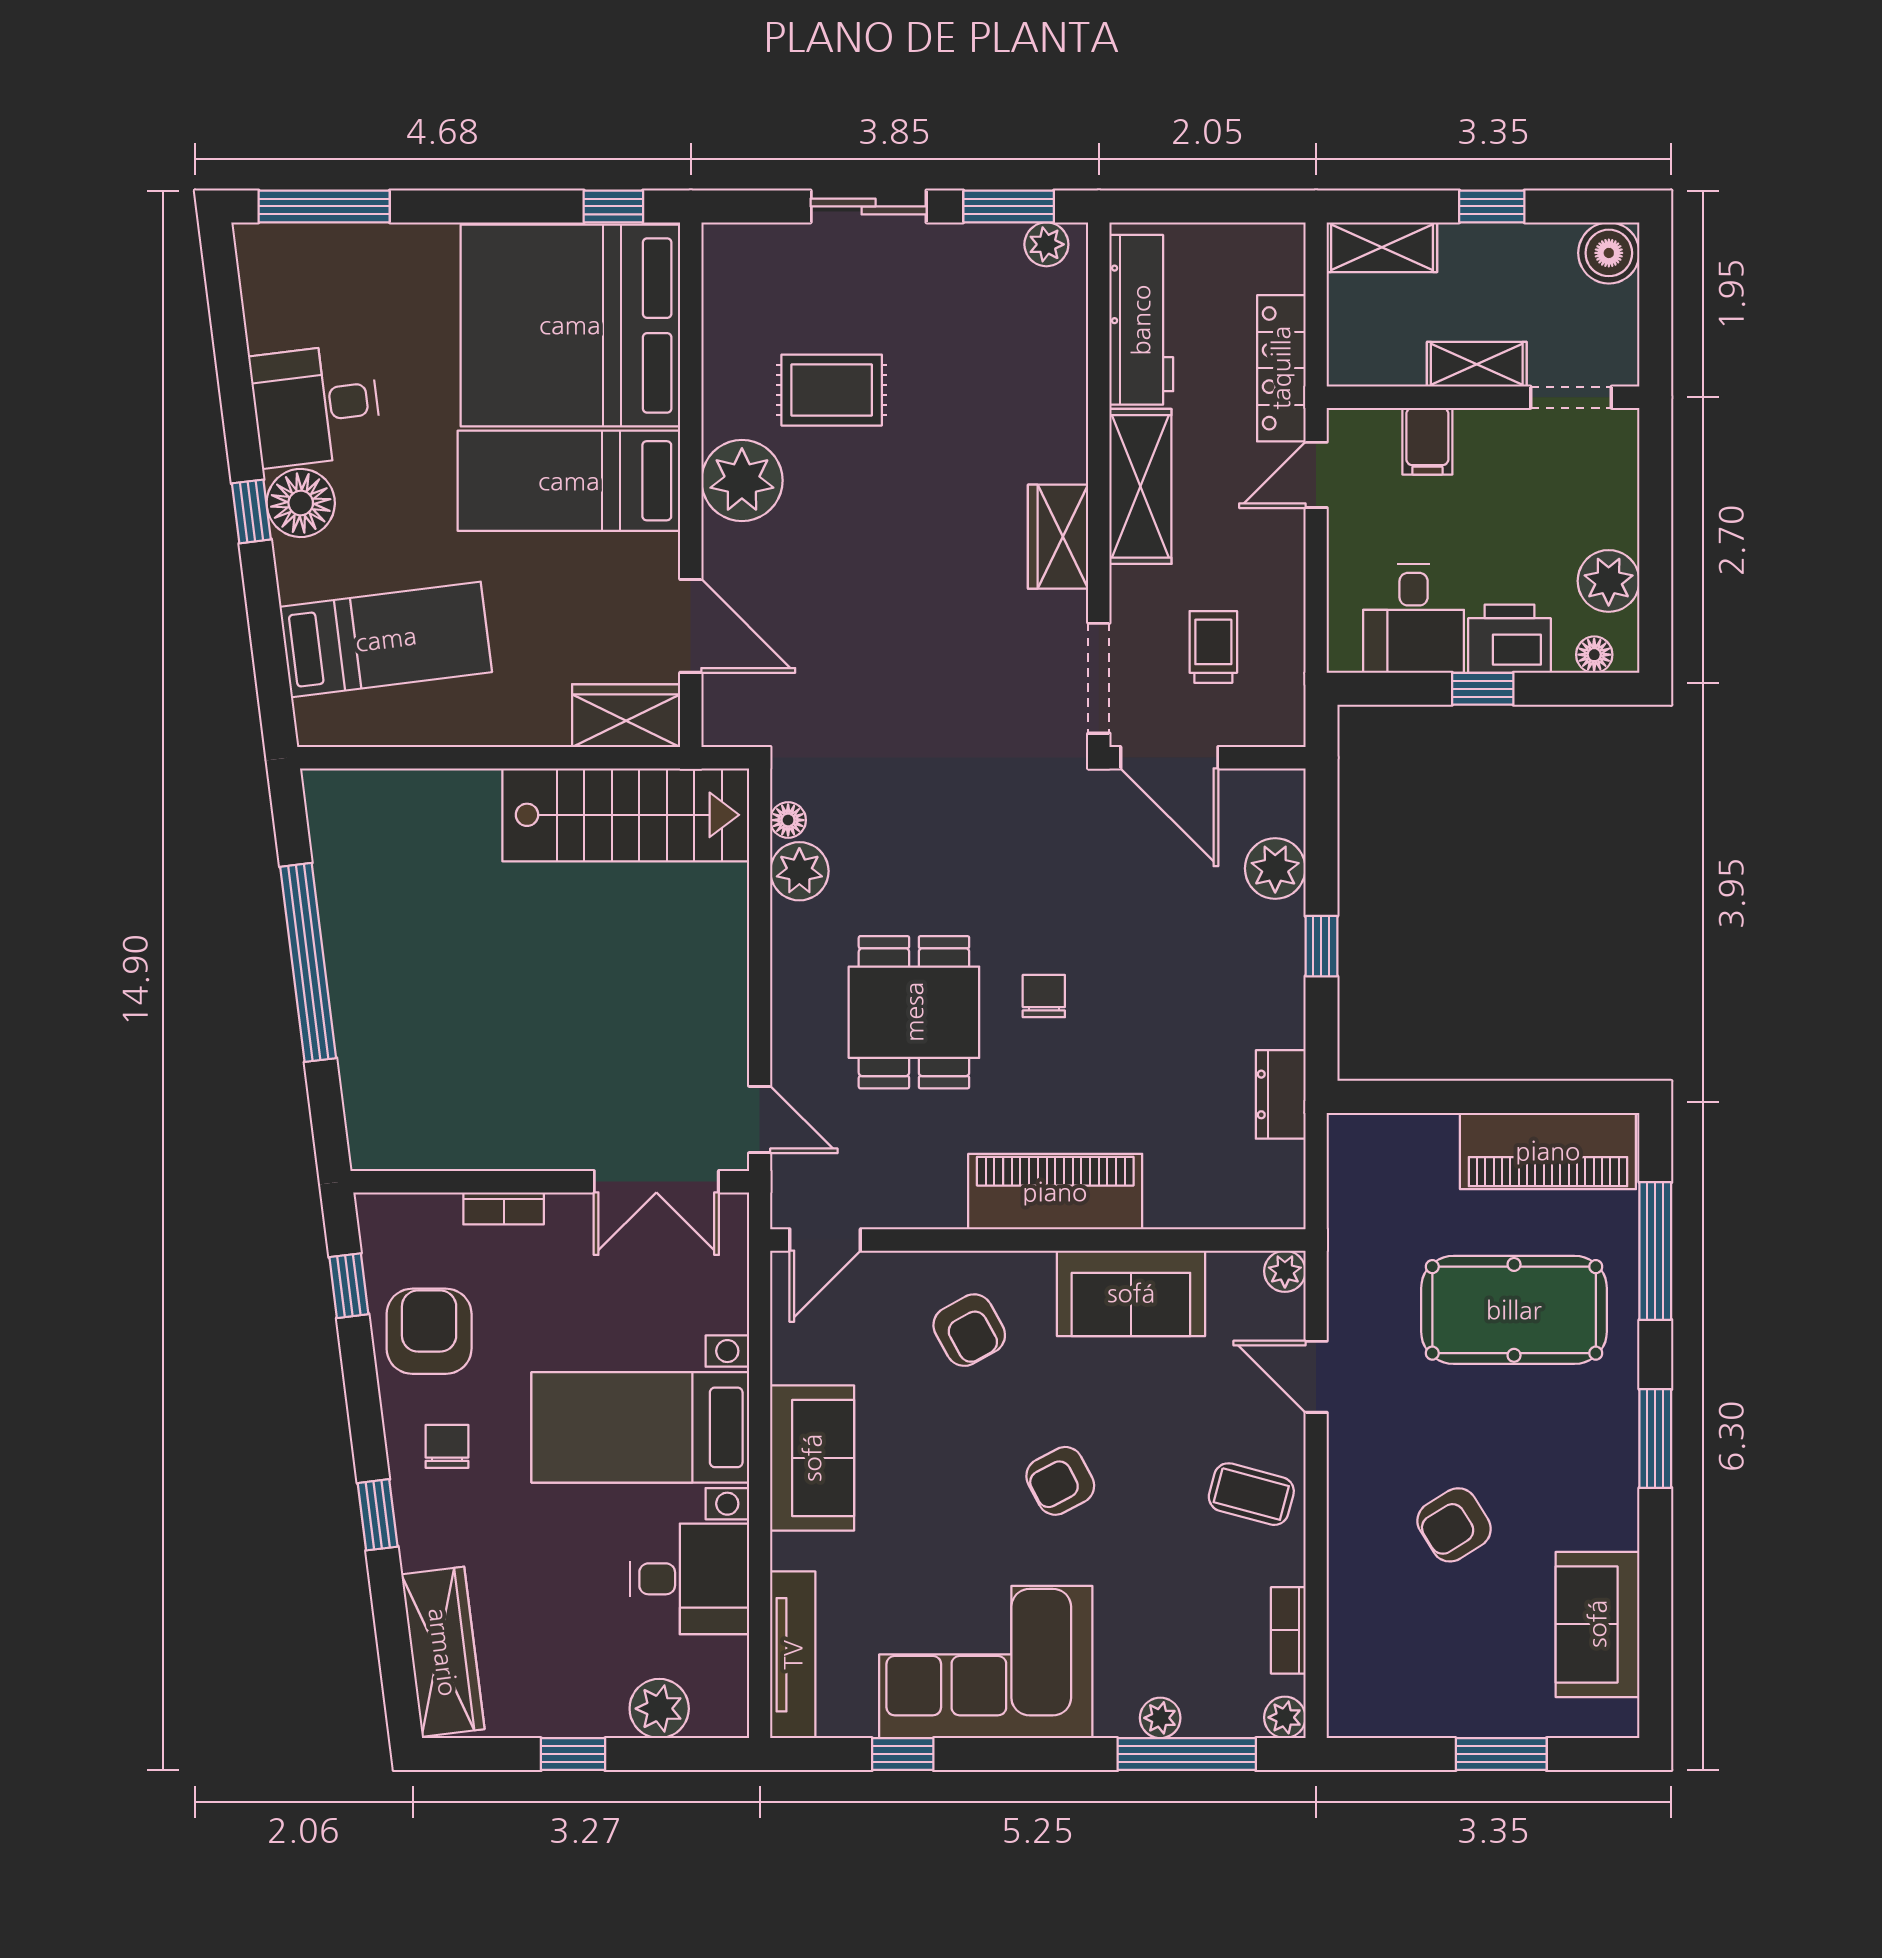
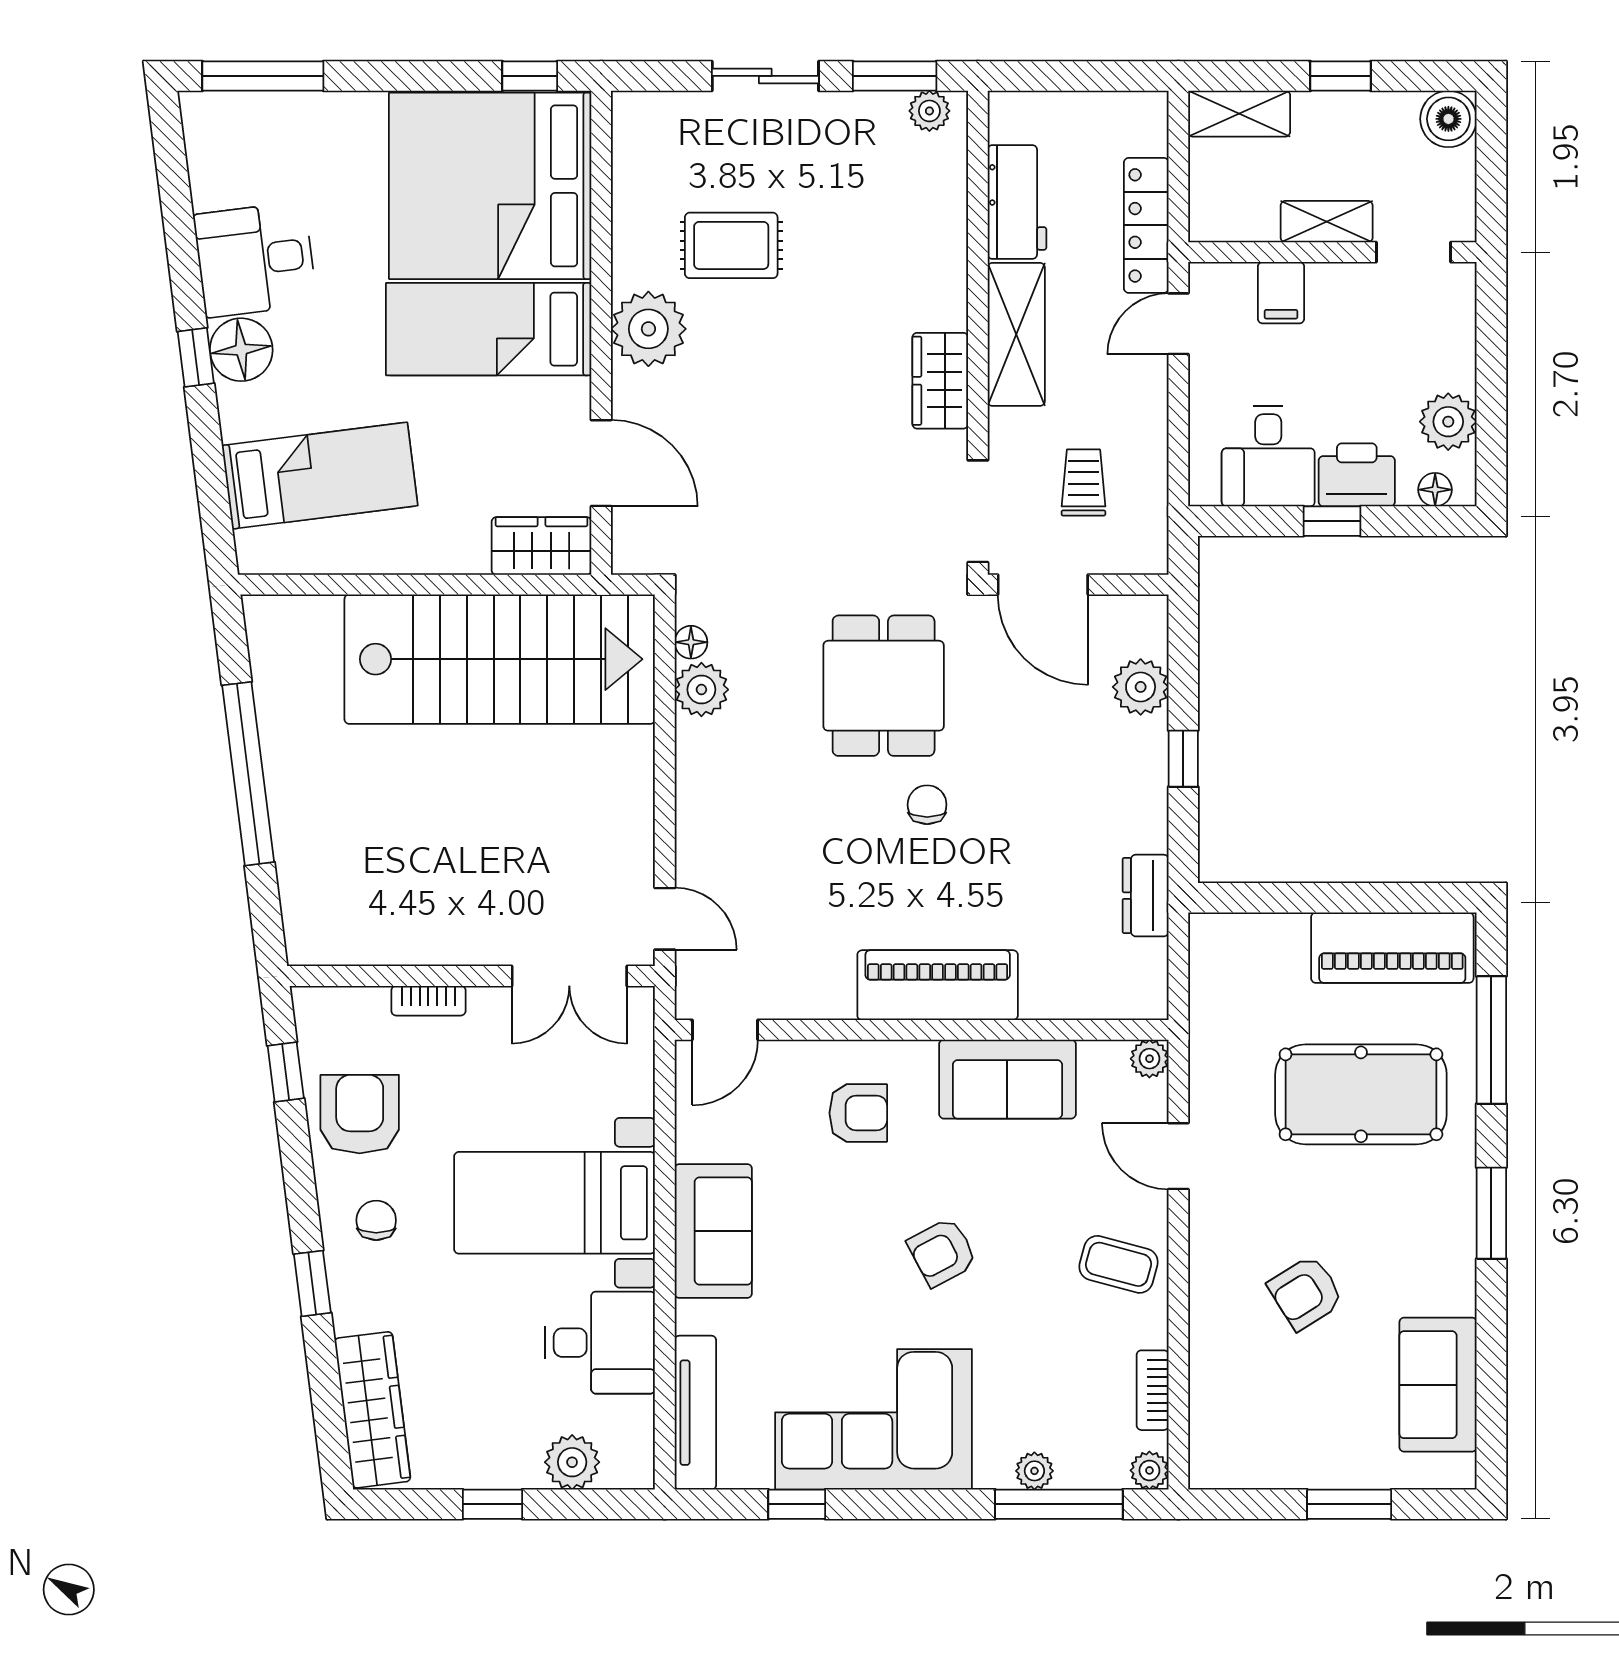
workbench: (1141, 320) -> (1017, 202), width x0.73
stairs: (626, 815) -> (500, 659), width x1.36, depth x1.51
dining table: (914, 1012) -> (884, 686), moved
armchair: (969, 1330) -> (858, 1113), turned -61

